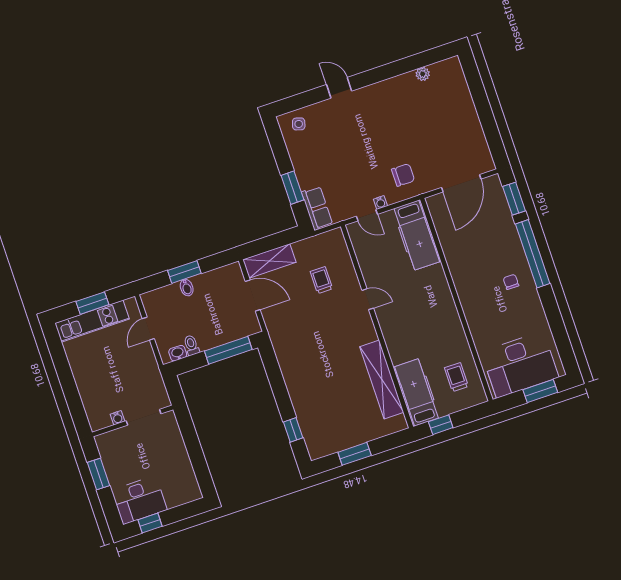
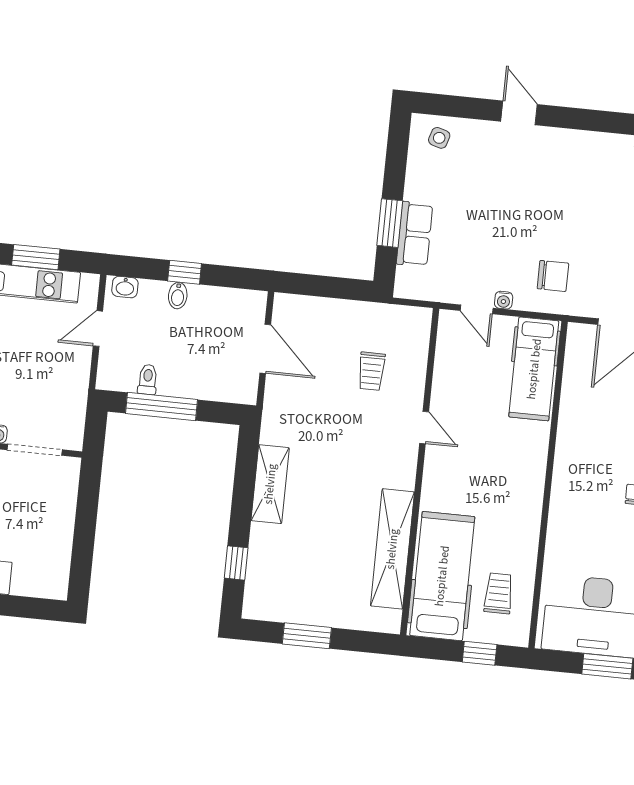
row of seats: (317, 208) -> (415, 234), moved
shelving: (269, 261) -> (270, 484), moved, turned 90
window: (184, 272) -> (185, 272), width x0.67
trolley: (321, 280) -> (371, 371), turned 180
window: (228, 350) -> (161, 406), moved
washbasin: (178, 353) -> (125, 287), moved, turned 180
hospital bed: (416, 392) -> (442, 576), width x1.37, depth x1.29
window: (441, 425) -> (480, 653), moved

